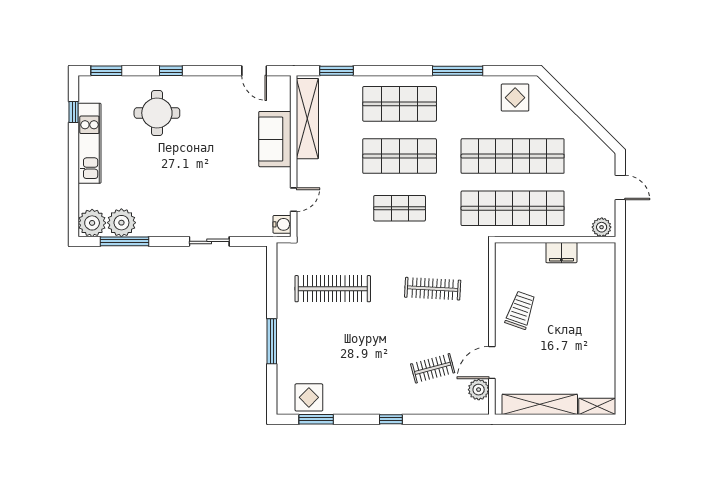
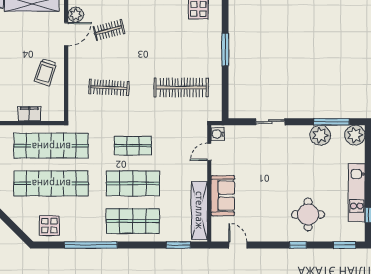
window: (458, 71) -> (91, 245), width x1.46
plant: (121, 223) -> (320, 135), moved
filing cabinet: (561, 253) -> (29, 114), moved

